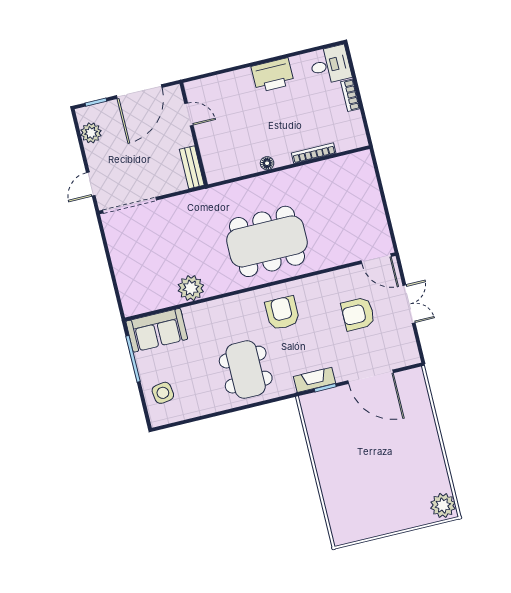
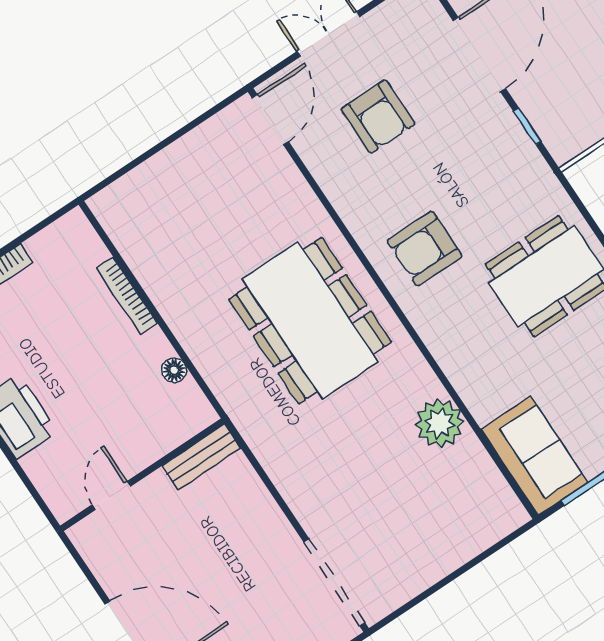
door: (189, 114) -> (111, 496), moved
wall: (194, 134) -> (142, 475), moved
bench: (192, 167) -> (201, 457), moved
fireplace: (315, 380) -> (520, 150), removed

